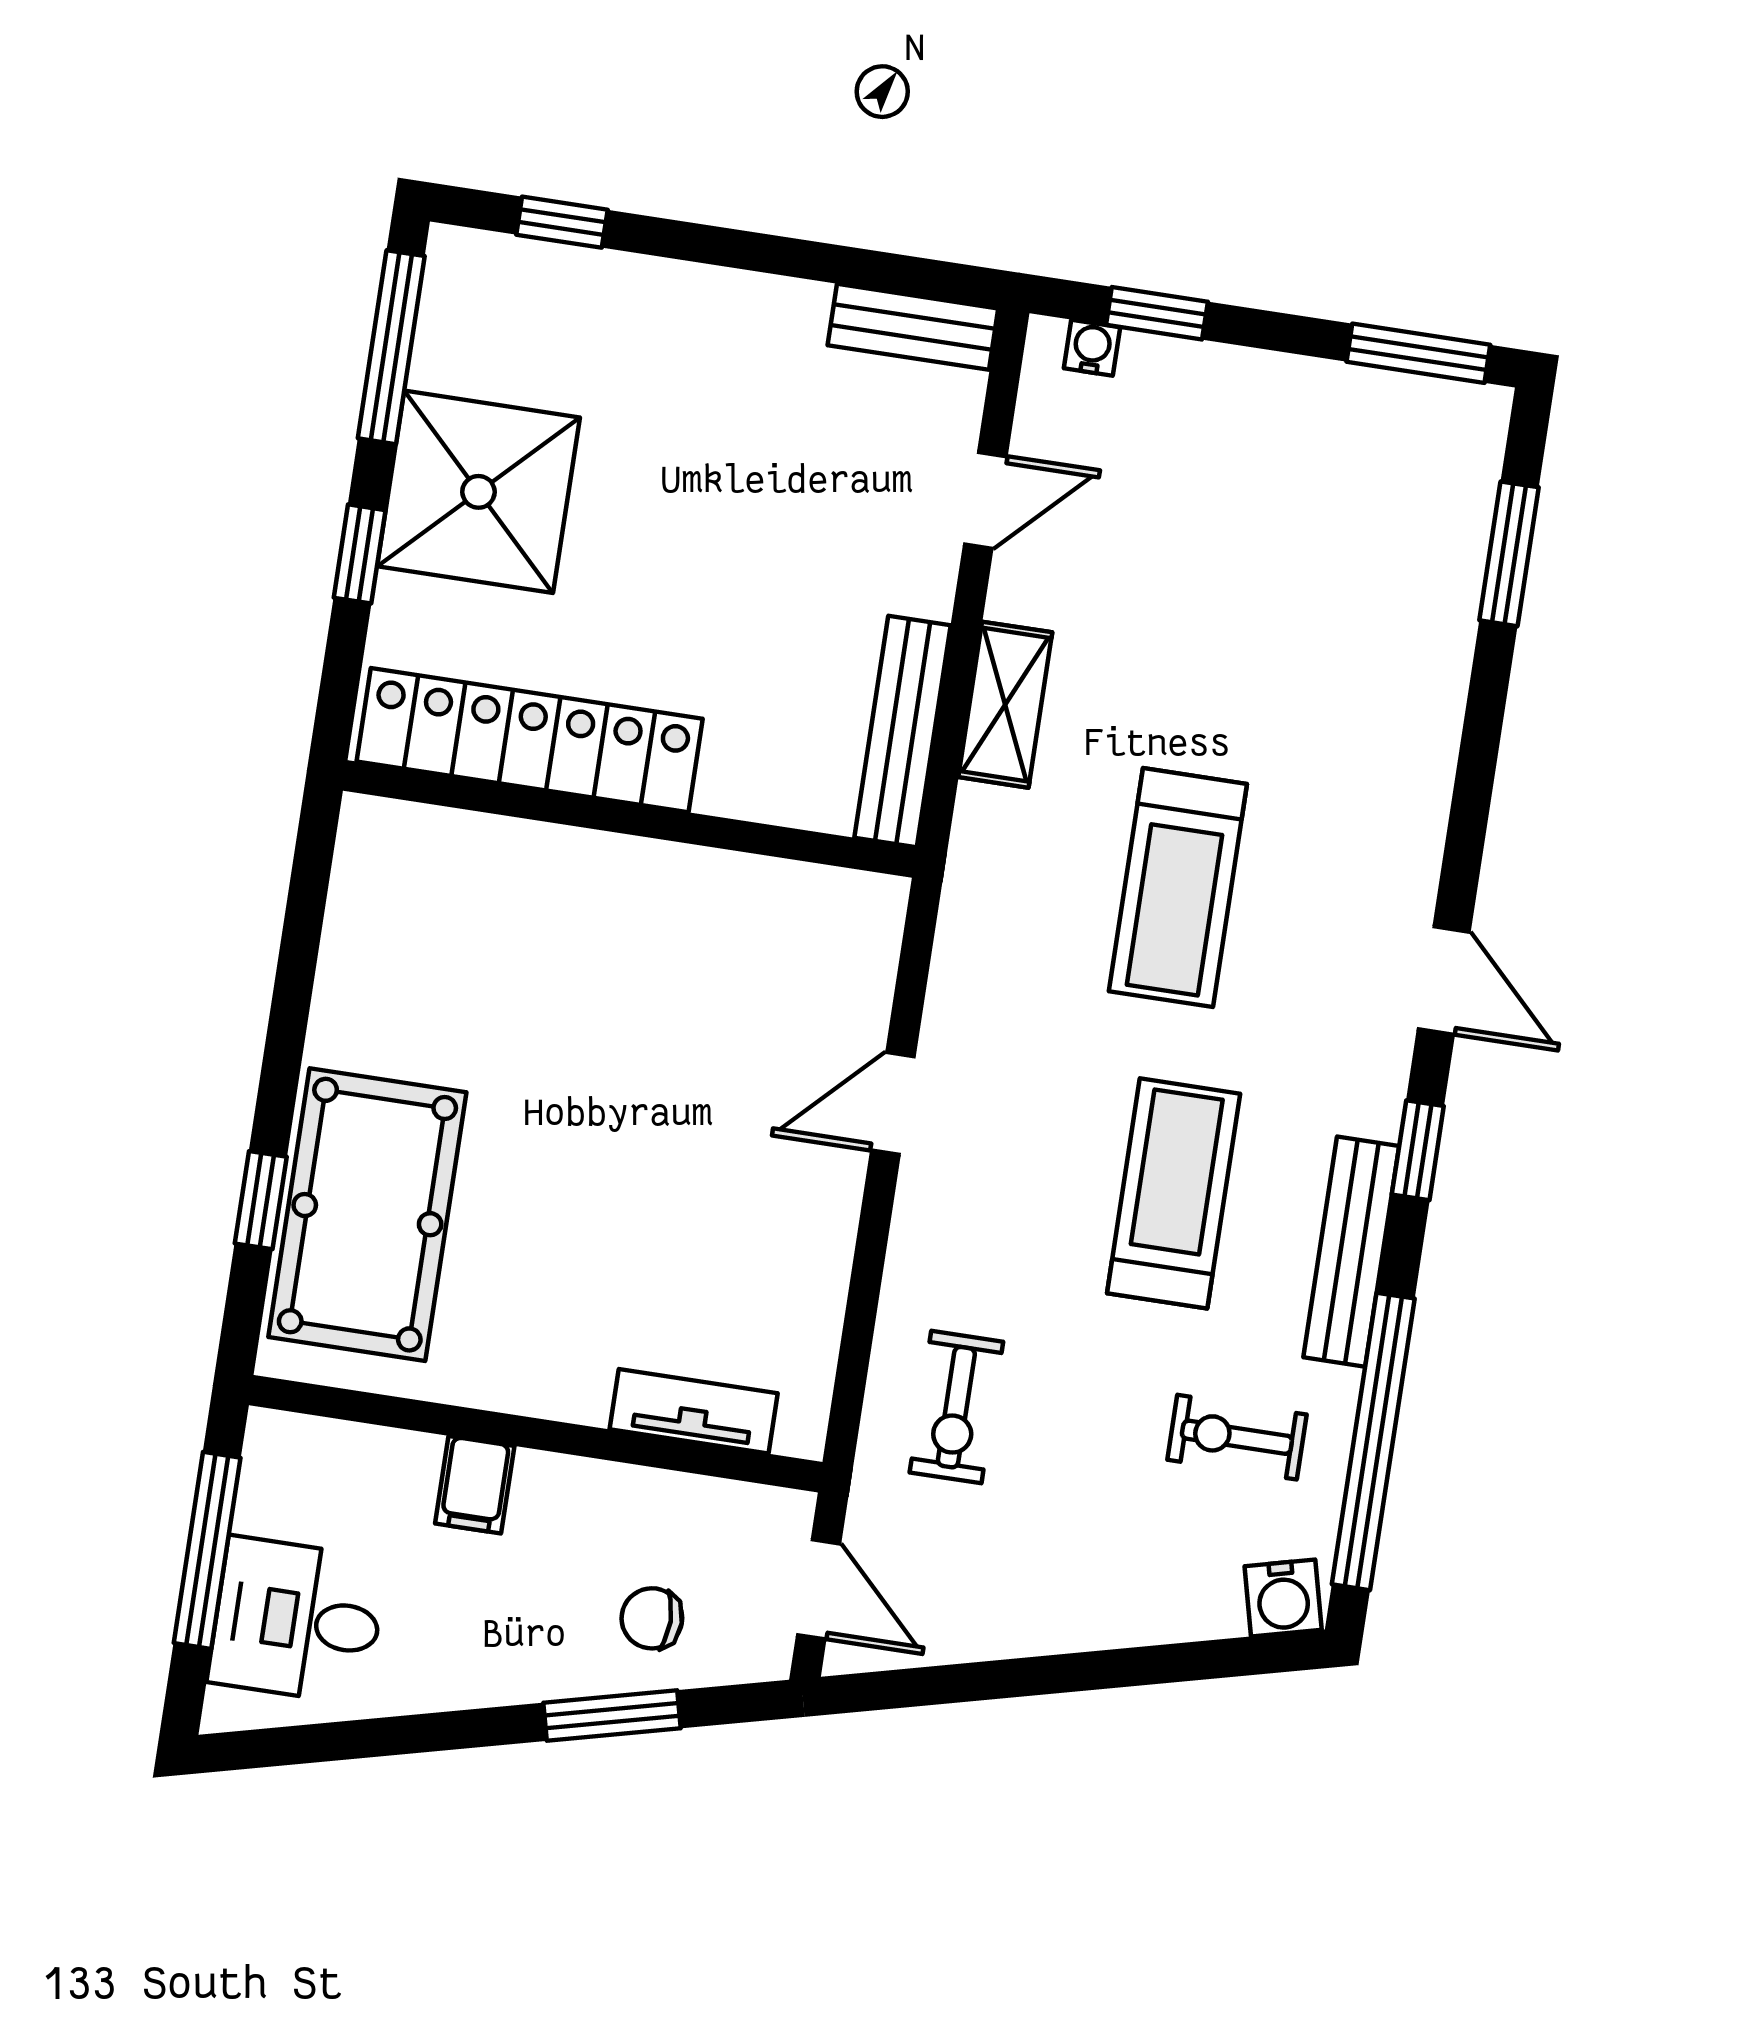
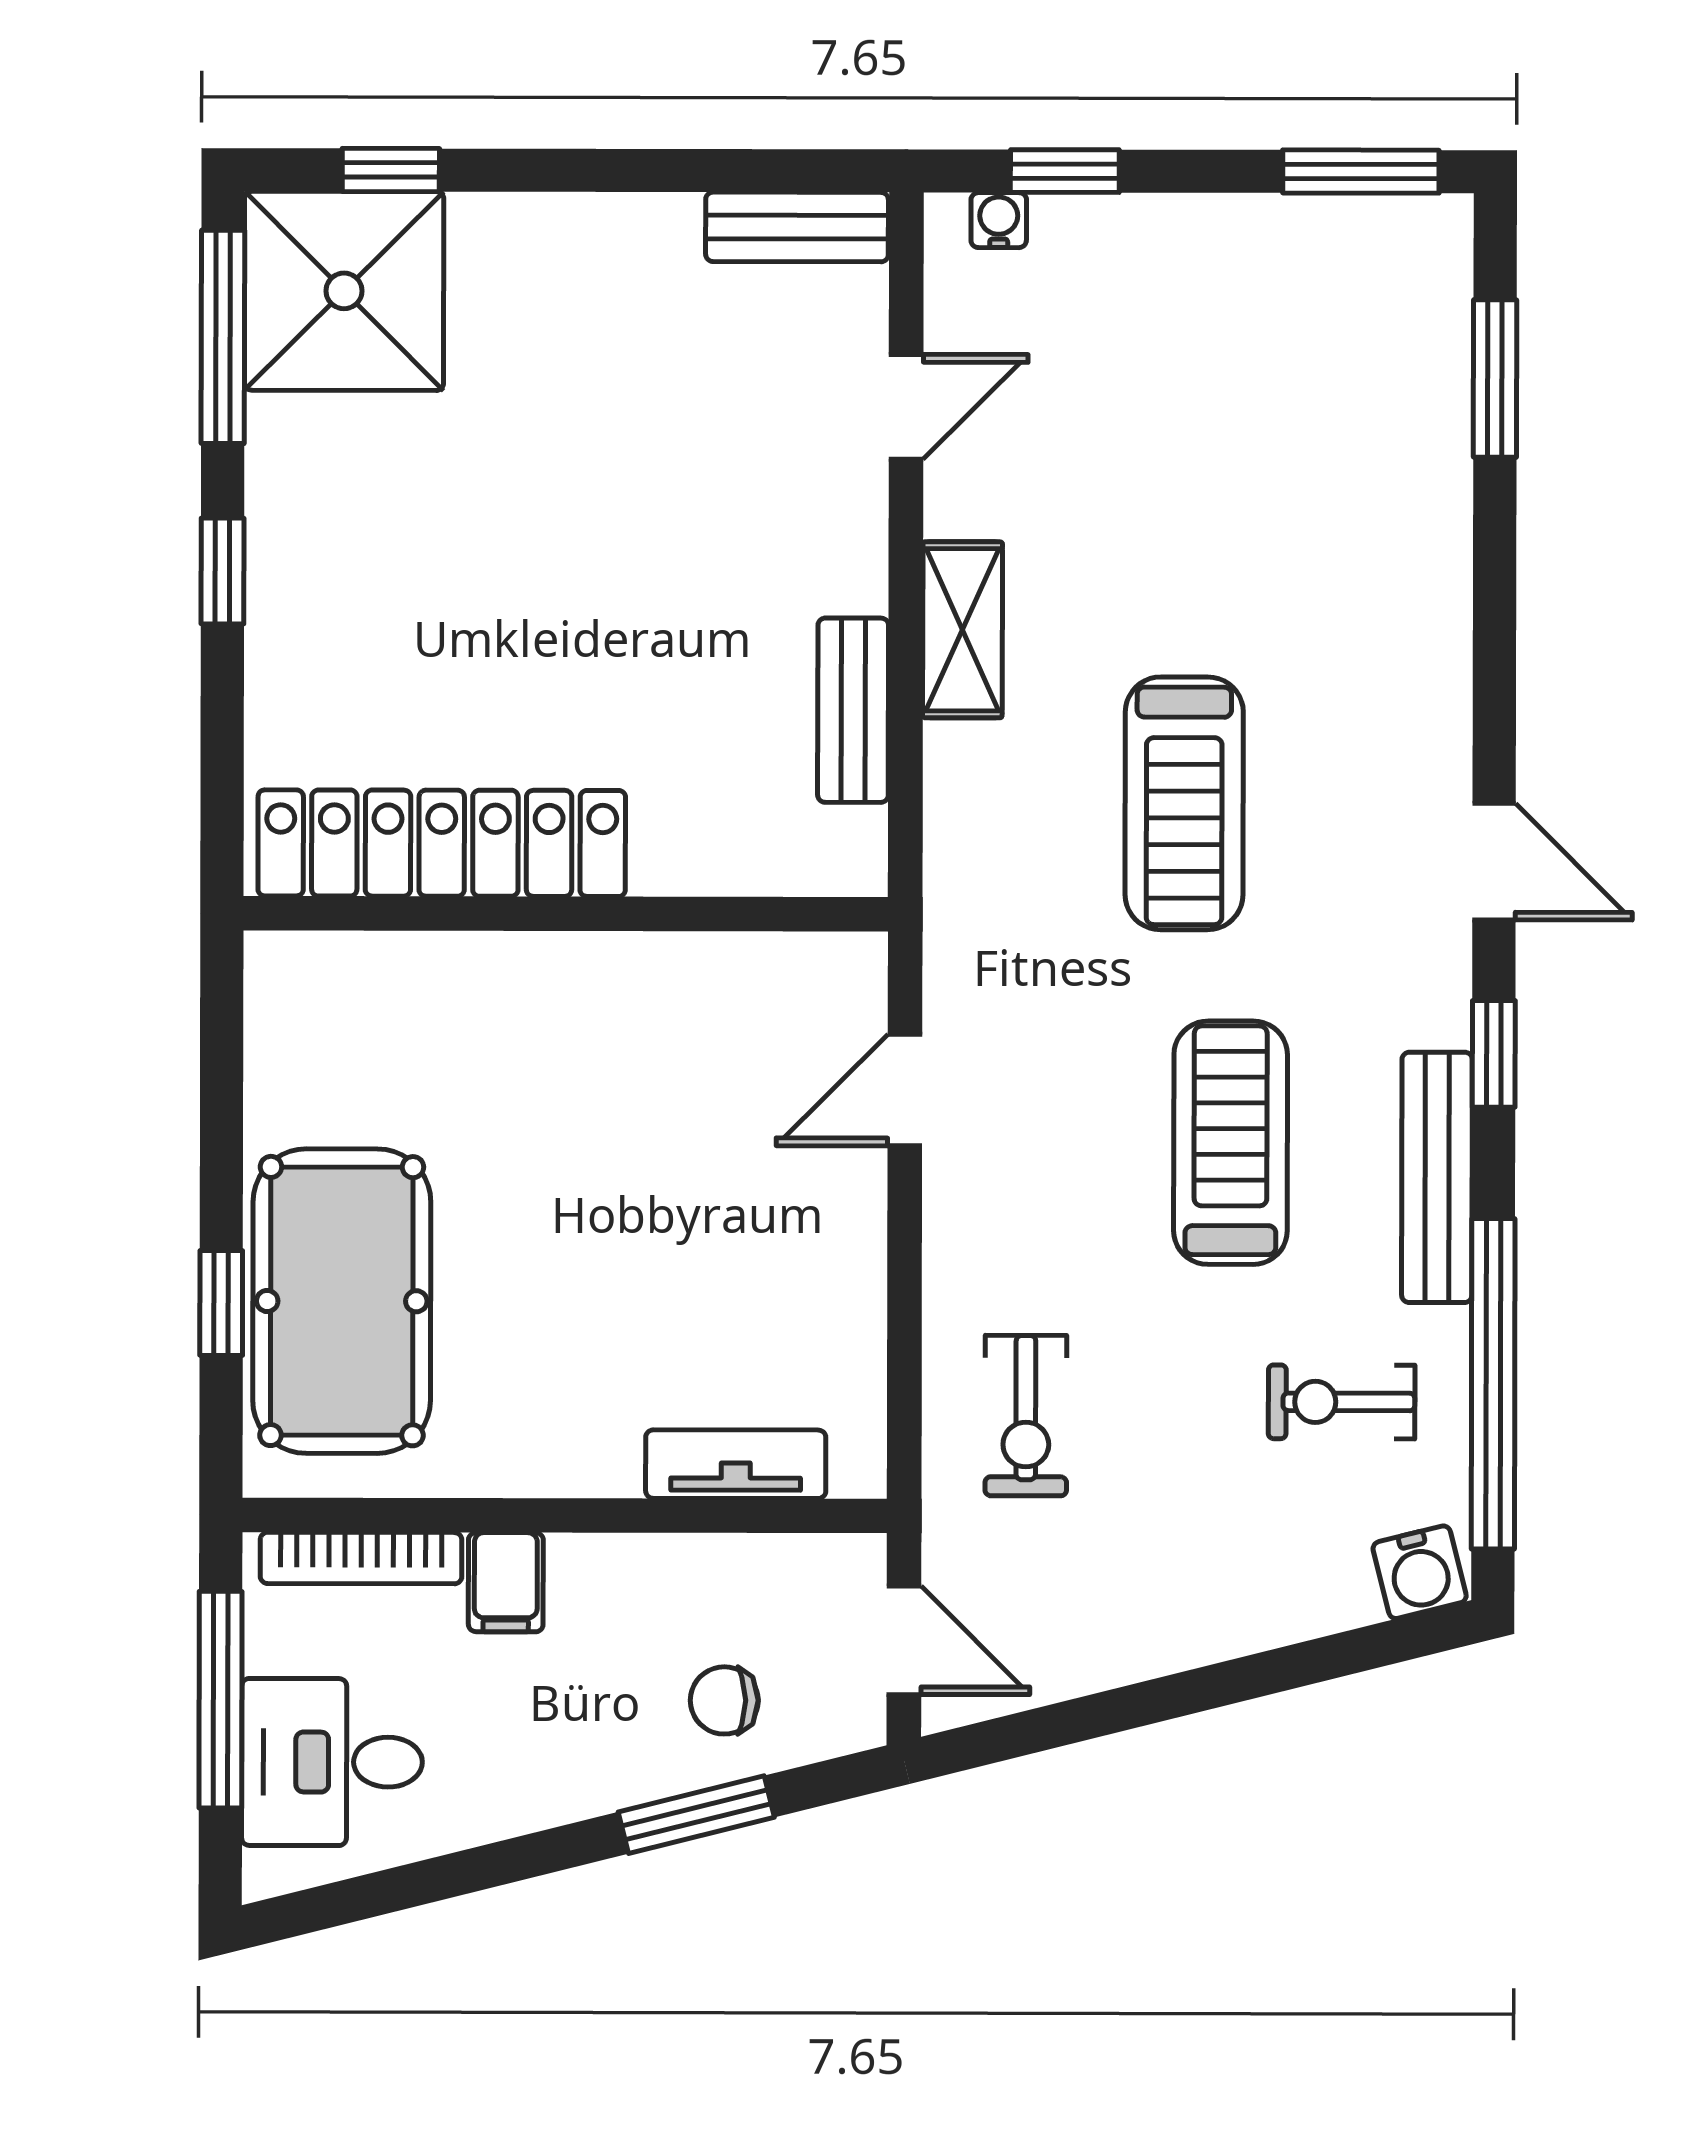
shower: (478, 492) -> (344, 291), moved
bench: (903, 731) -> (853, 710), width x0.73
locker: (530, 740) -> (442, 843), moved
wall: (630, 819) -> (566, 914), moved
bookcase: (350, 1444) -> (361, 1558), added

